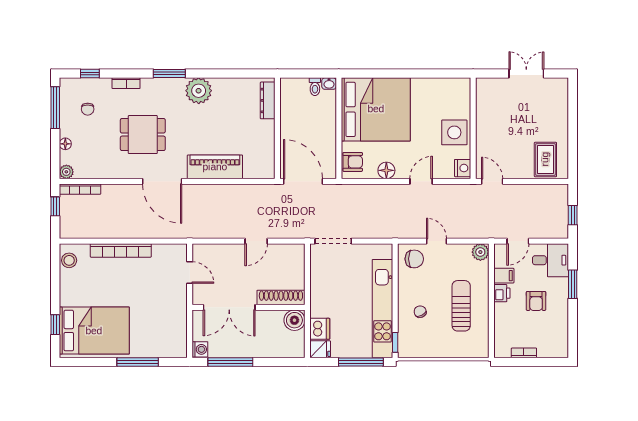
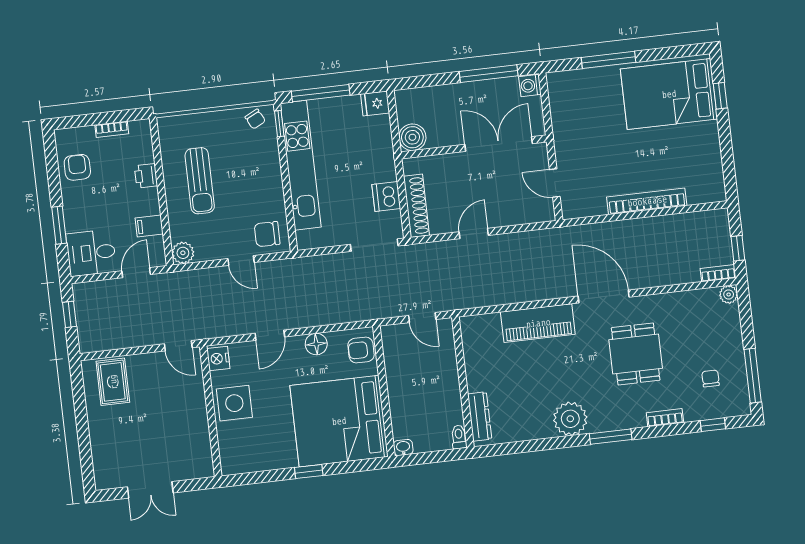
window: (403, 74) -> (309, 471), added
toilet: (315, 87) -> (459, 437), moved
dining table: (143, 135) -> (636, 354), turned 90
floor lamp: (65, 144) -> (734, 330), removed
door: (303, 181) -> (422, 318), width x0.53
bookcase: (80, 189) -> (718, 273), width x0.64
stool: (69, 260) -> (712, 181), removed
printer: (502, 293) -> (146, 176), moved
shoe rack: (281, 298) -> (416, 206), moved, turned -90
armchair: (536, 301) -> (77, 167), moved
chair: (420, 312) -> (255, 119), moved
dishwasher: (320, 329) -> (386, 197), moved

